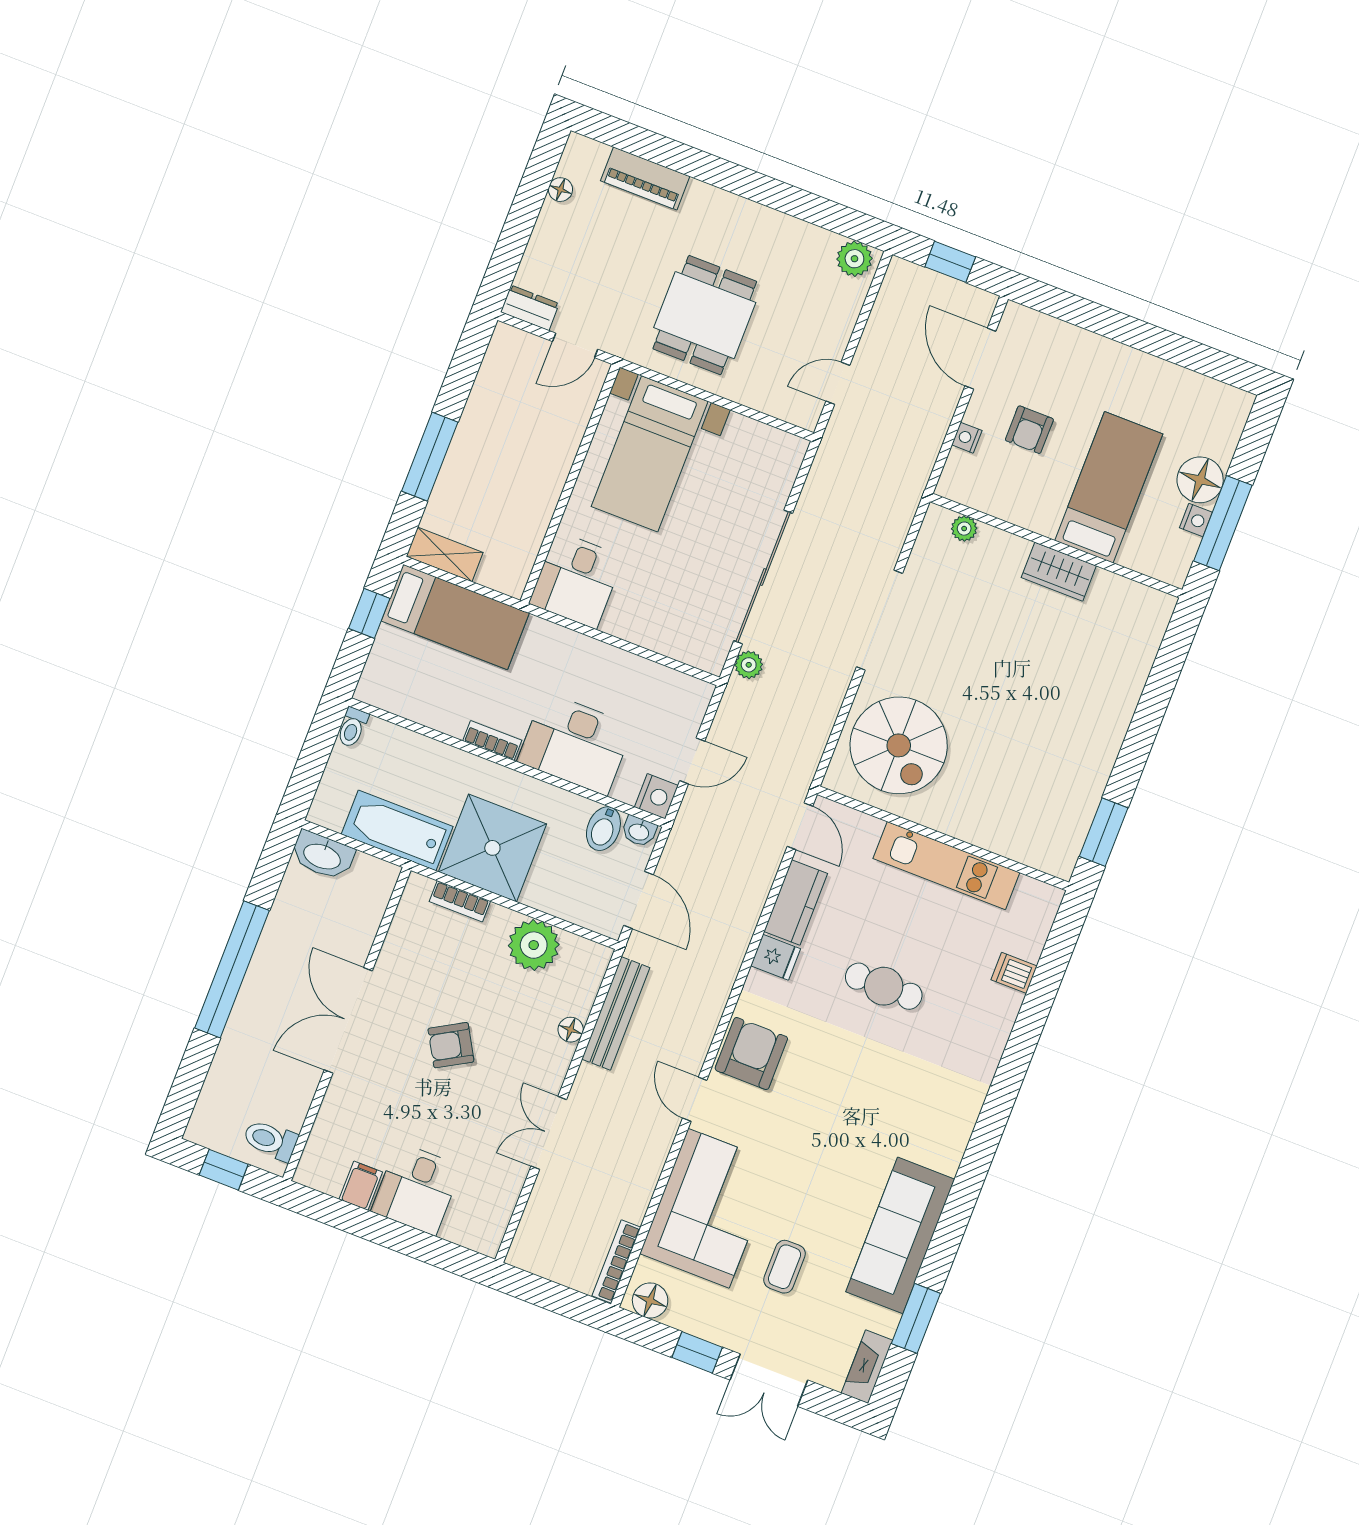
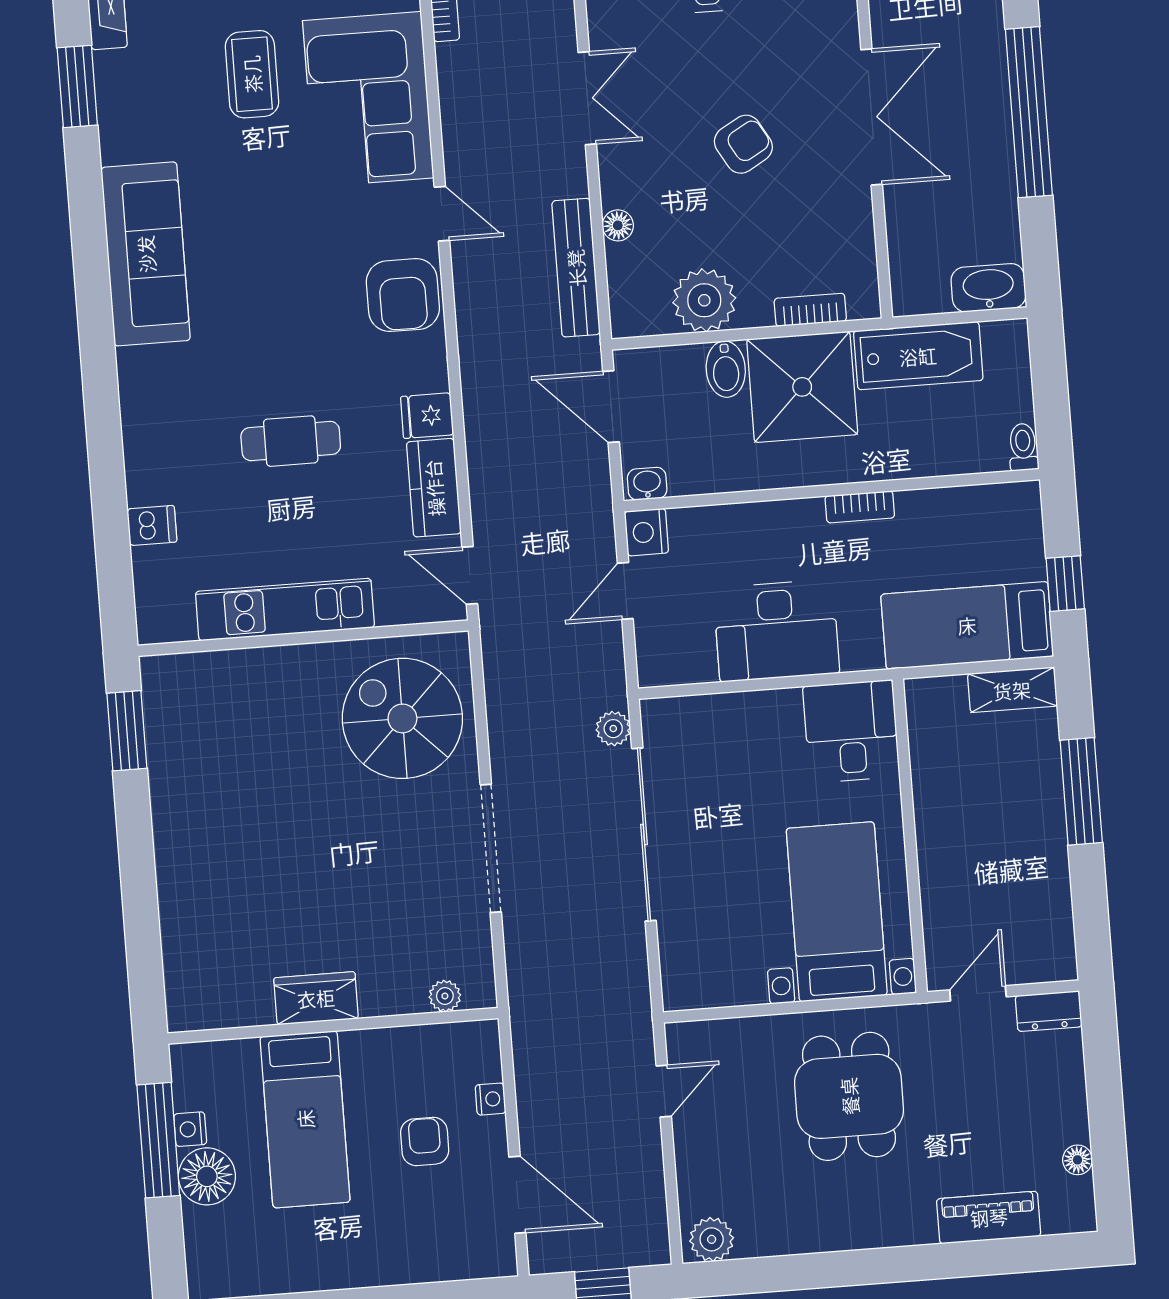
desk: (575, 744) -> (776, 631), moved, turned 180
bidet: (603, 829) -> (726, 369), moved, turned 180
sofa: (900, 1235) -> (146, 254), moved
coffee table: (785, 1267) -> (252, 74), width x1.36, depth x1.30

